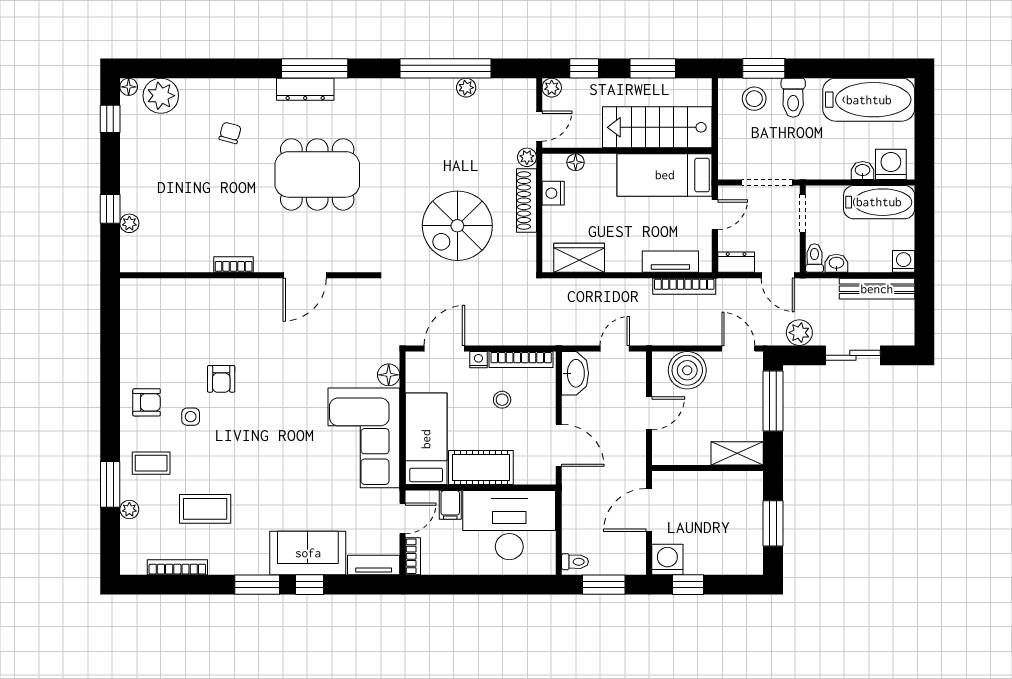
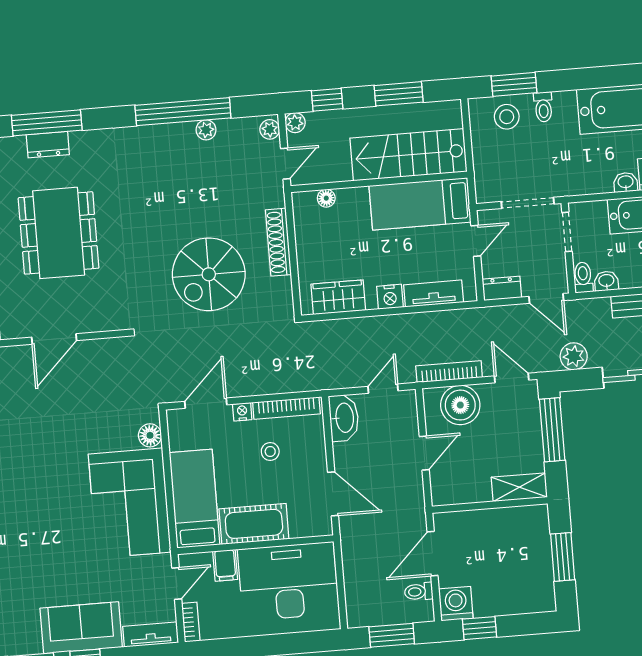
dresser: (305, 89) -> (48, 145), width x0.70
toilet: (793, 98) -> (543, 107), width x0.73, depth x0.72
plant: (527, 157) -> (270, 129), moved
dining table: (317, 174) -> (59, 233), turned 90
nightstand: (553, 193) -> (390, 297), moved, turned -90
bookcase: (684, 286) -> (449, 372), moved, turned 180
toilet: (575, 562) -> (419, 592), moved, turned 180

